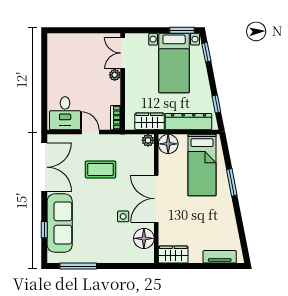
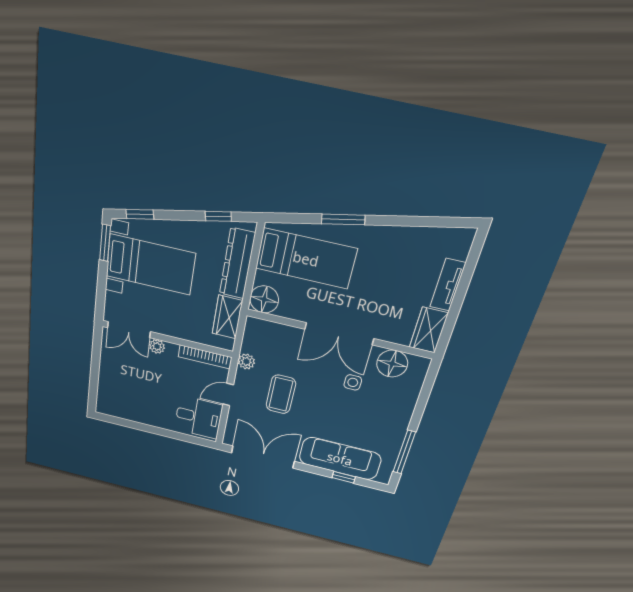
bookcase: (116, 118) -> (205, 357), width x1.56
plant: (148, 140) -> (246, 361), moved
tv unit: (220, 257) -> (448, 285), moved

